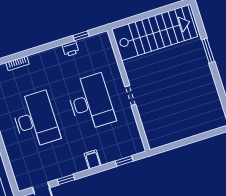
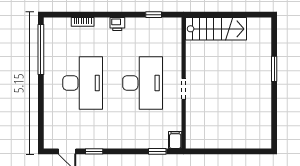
stairs: (155, 33) -> (216, 29), width x0.73, depth x0.66
printer: (71, 49) -> (117, 24), moved
filing cabinet: (93, 159) -> (175, 140), moved

